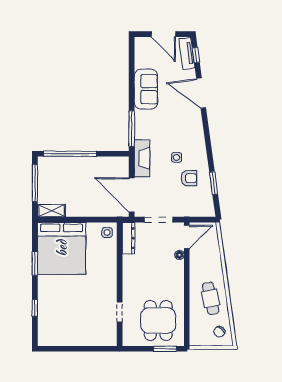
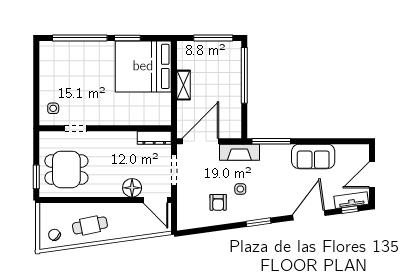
window: (214, 183) -> (259, 222), moved
shelving: (51, 211) -> (183, 85), moved
side table: (107, 233) -> (53, 108), moved
floor lamp: (179, 255) -> (132, 188), width x1.89, depth x1.89
window: (35, 308) -> (80, 38), width x3.17

